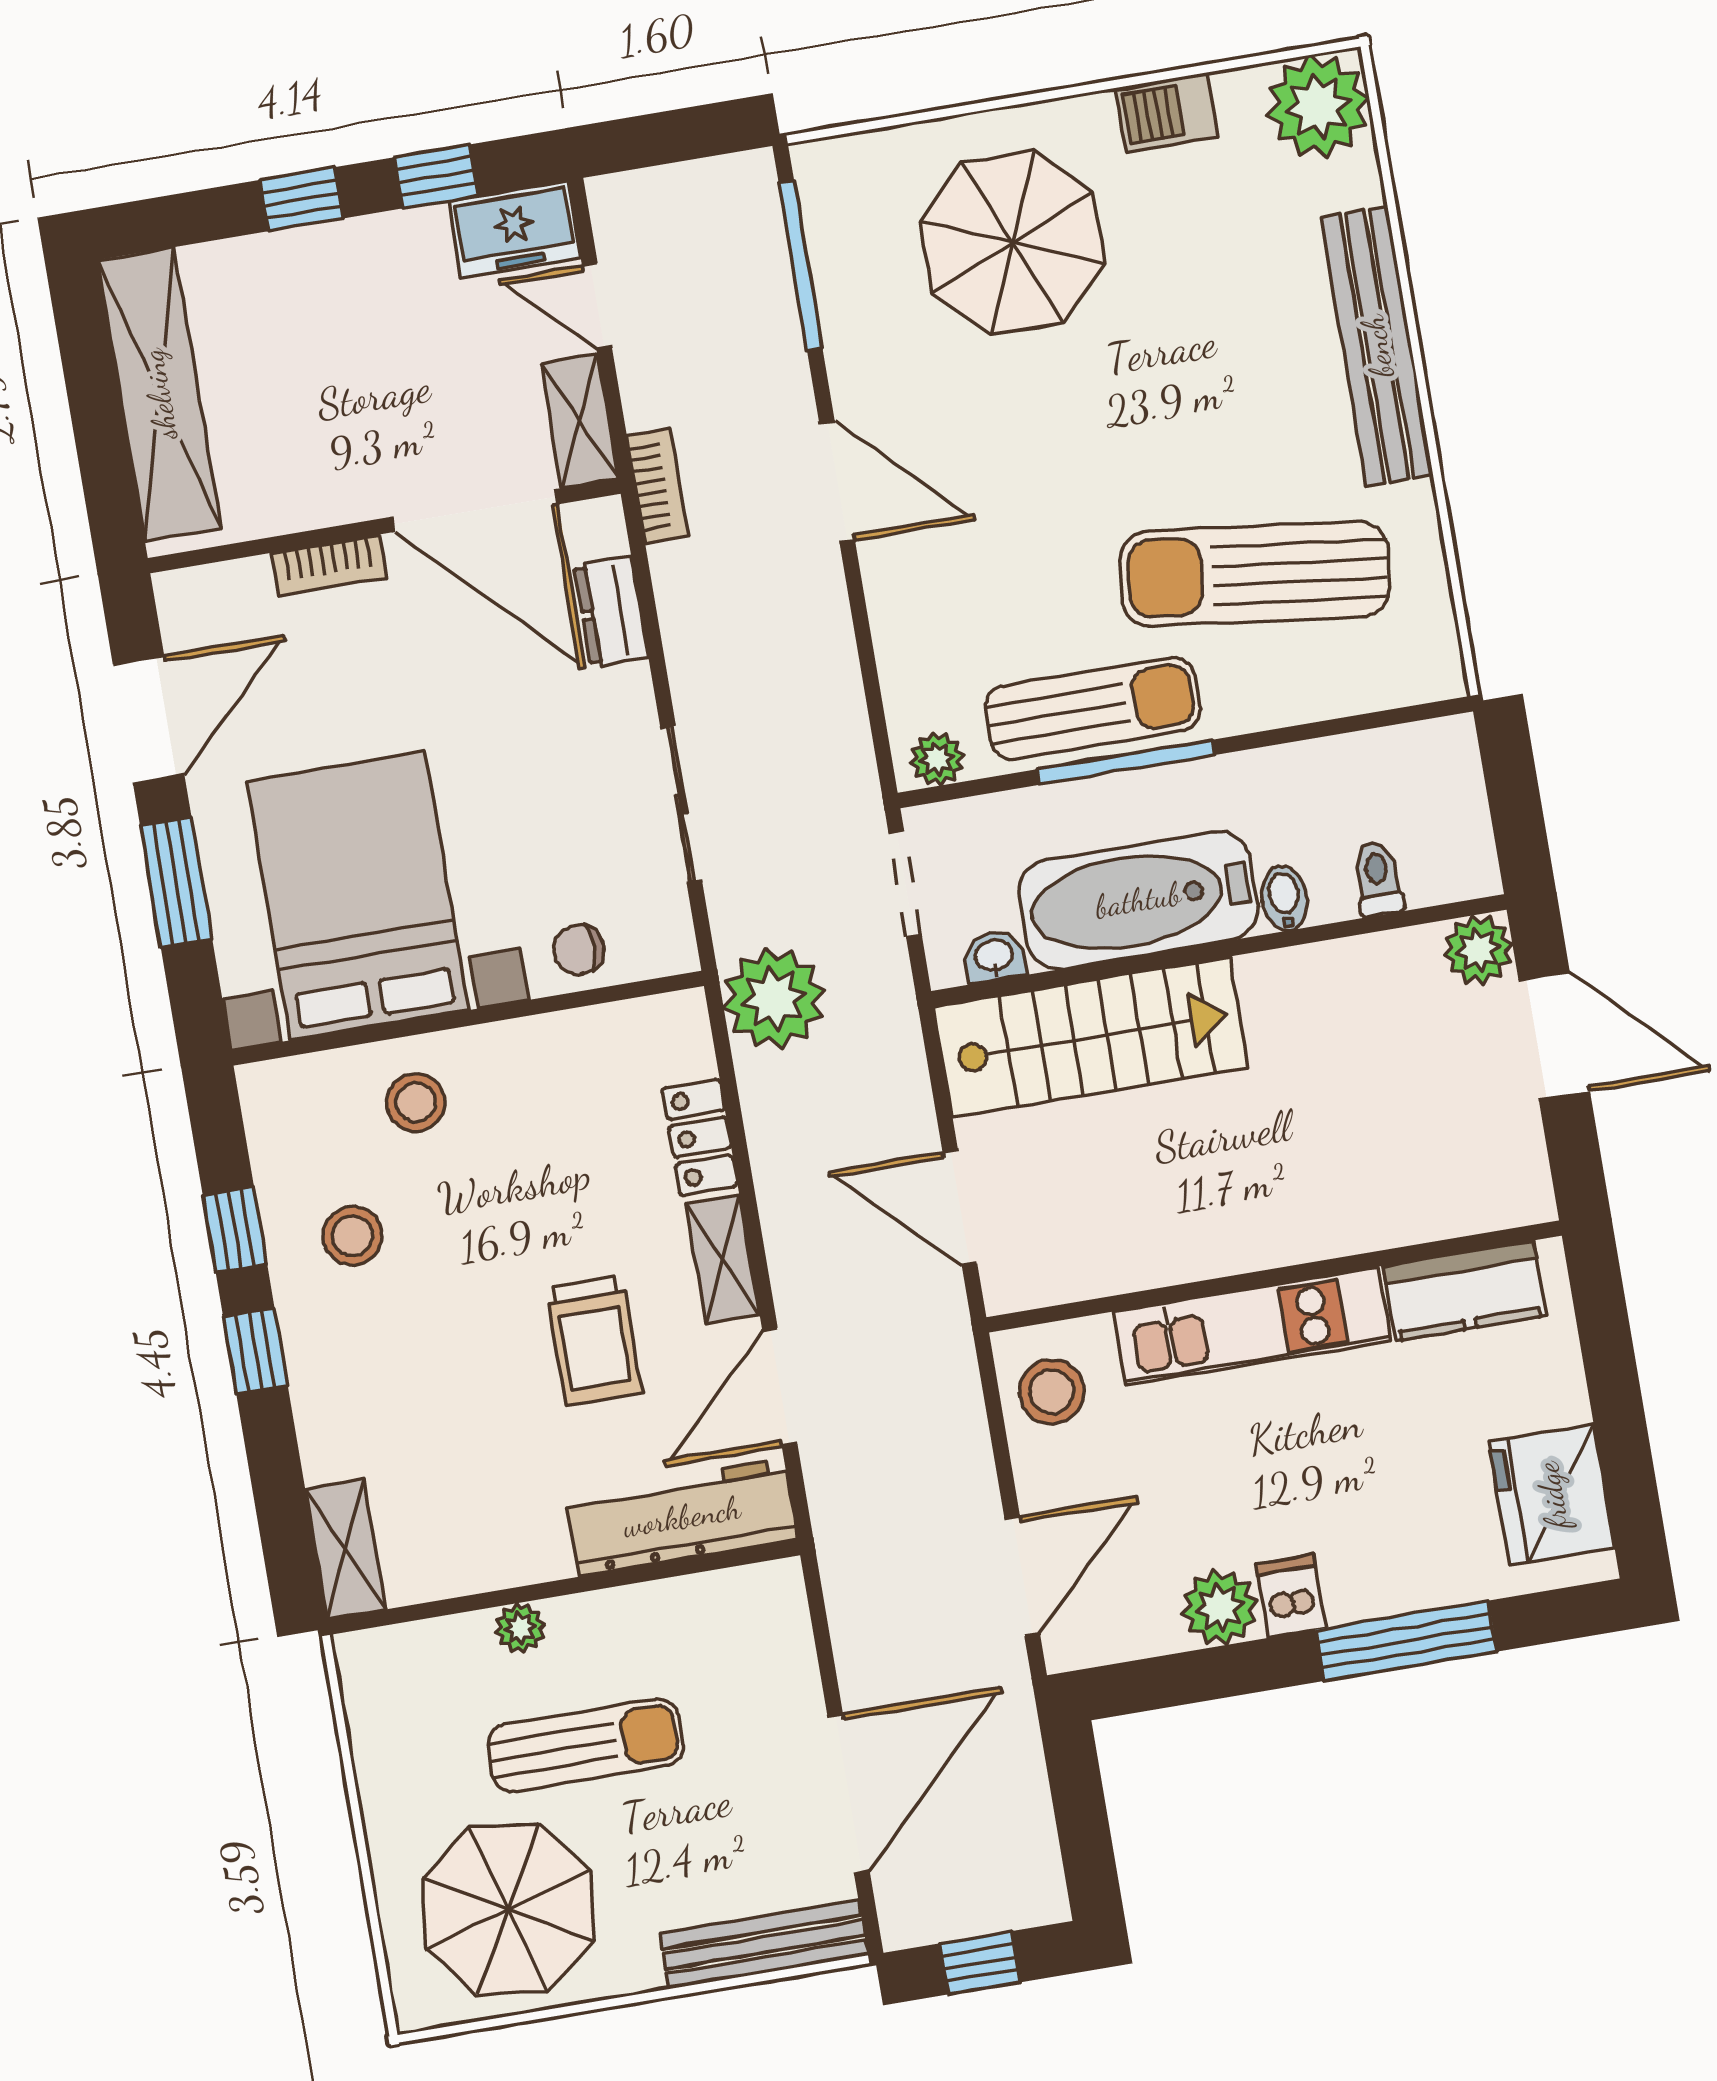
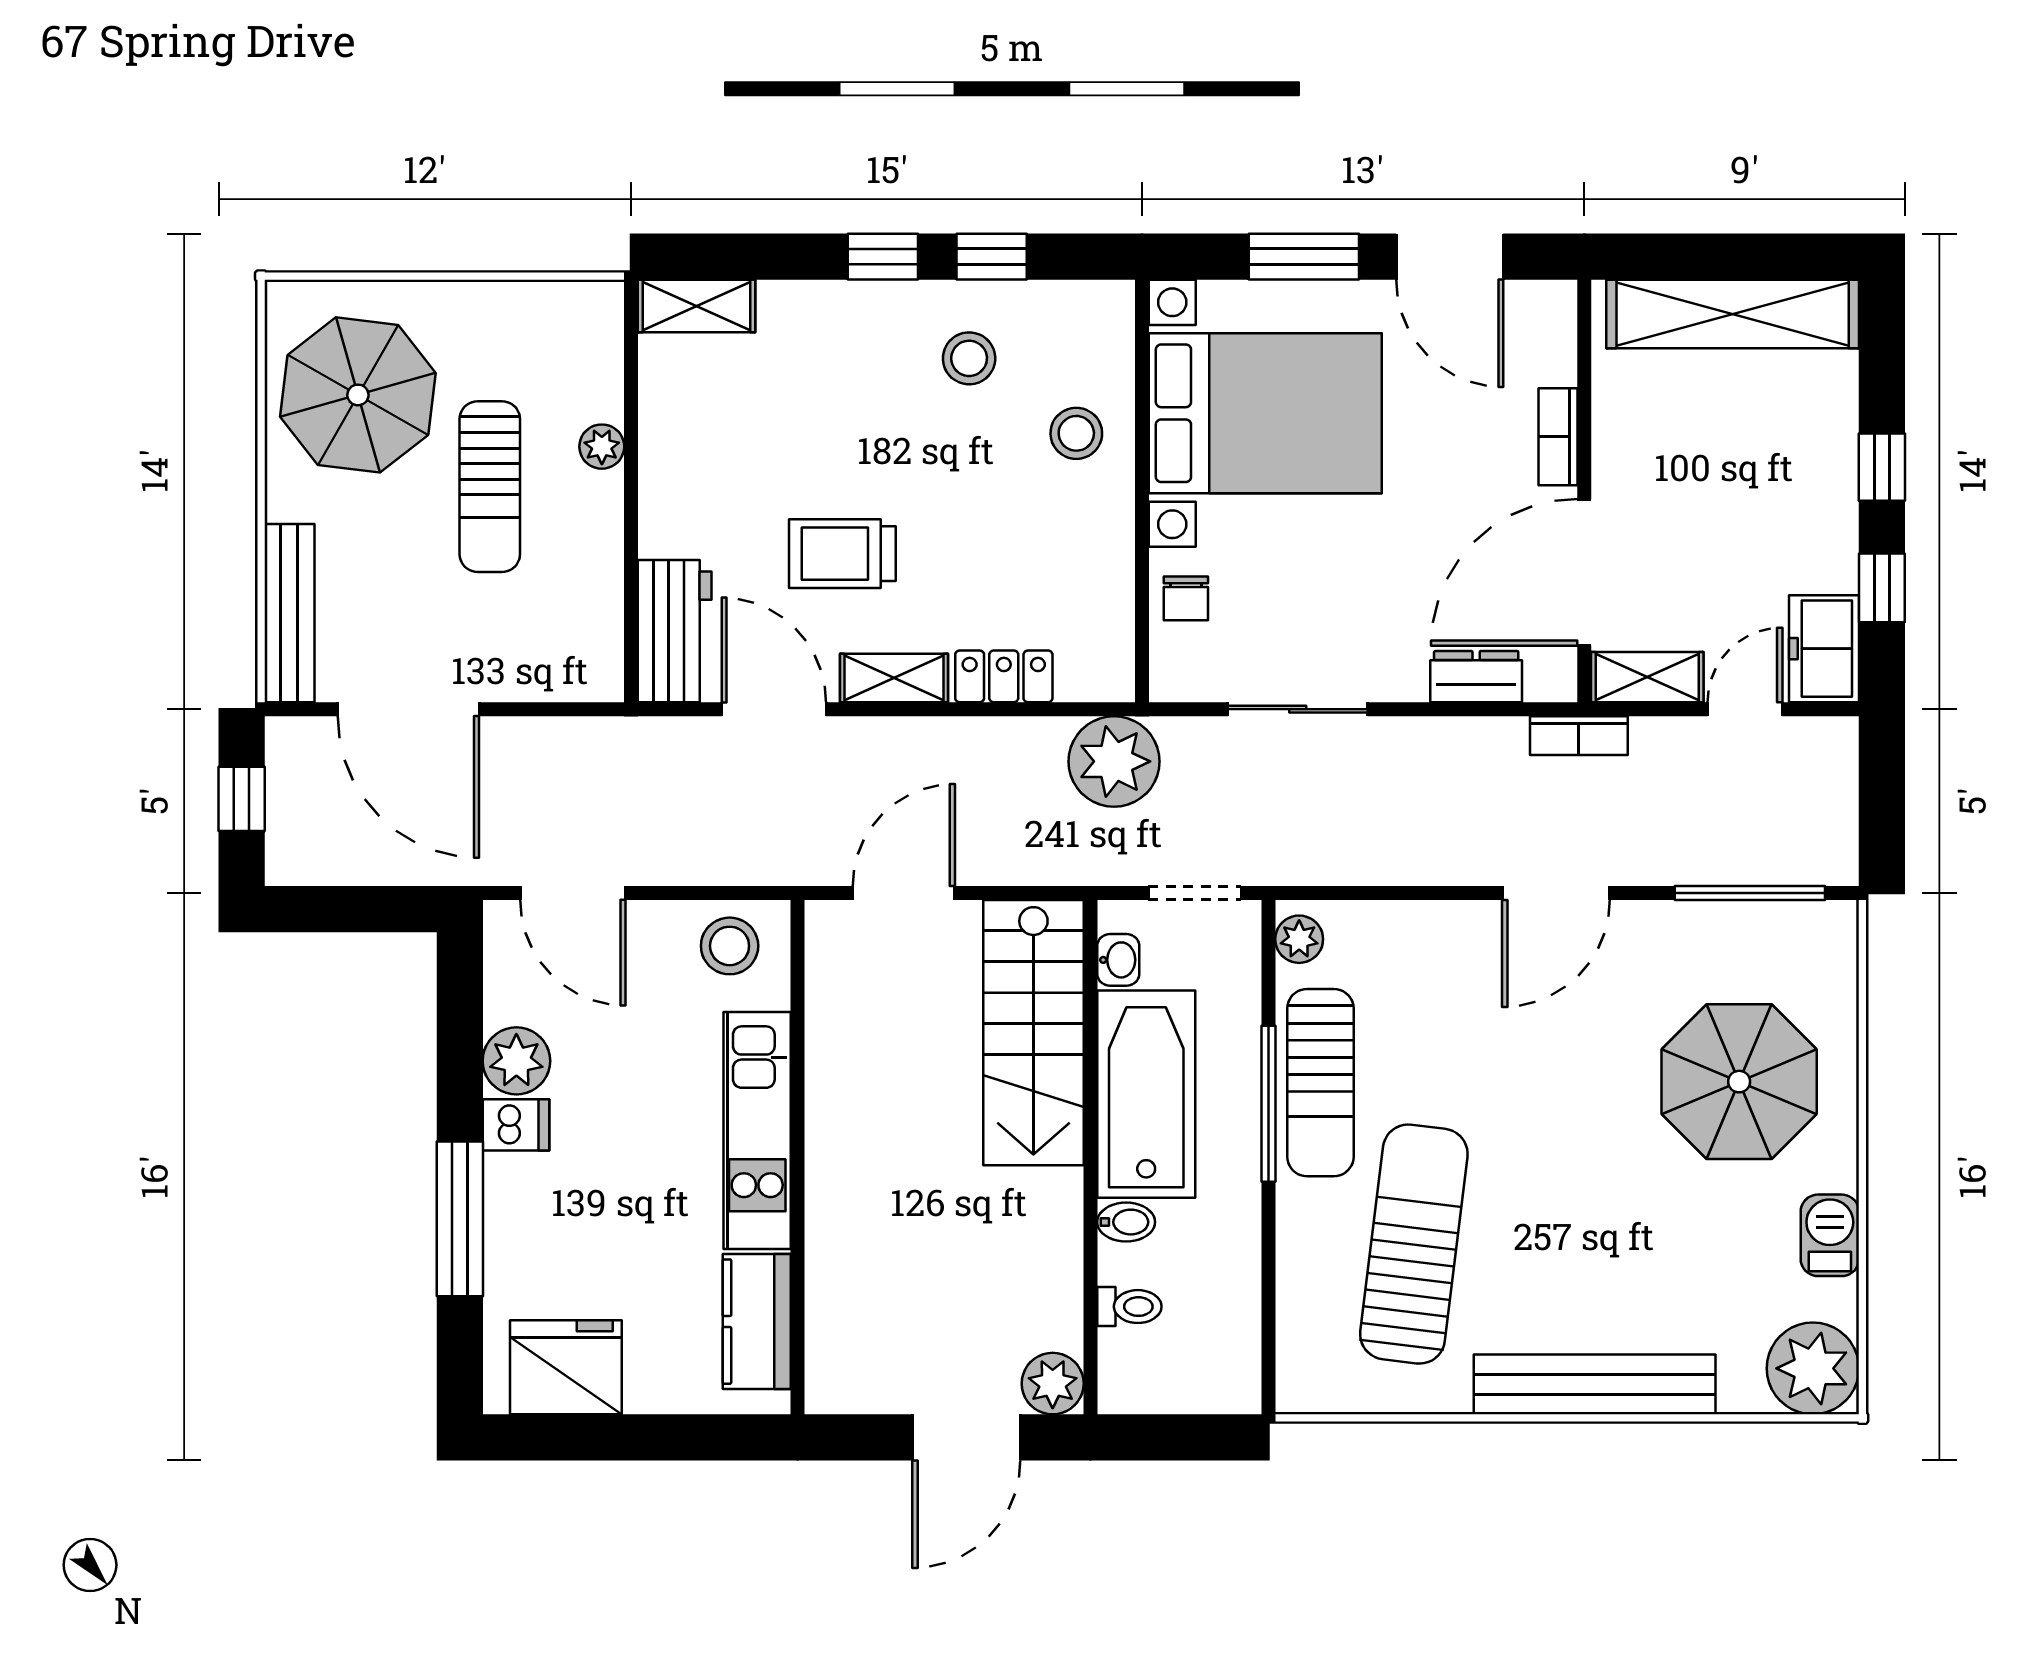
chair: (579, 949) -> (1186, 598), turned 180
workbench: (682, 1517) -> (675, 631), width x0.73

